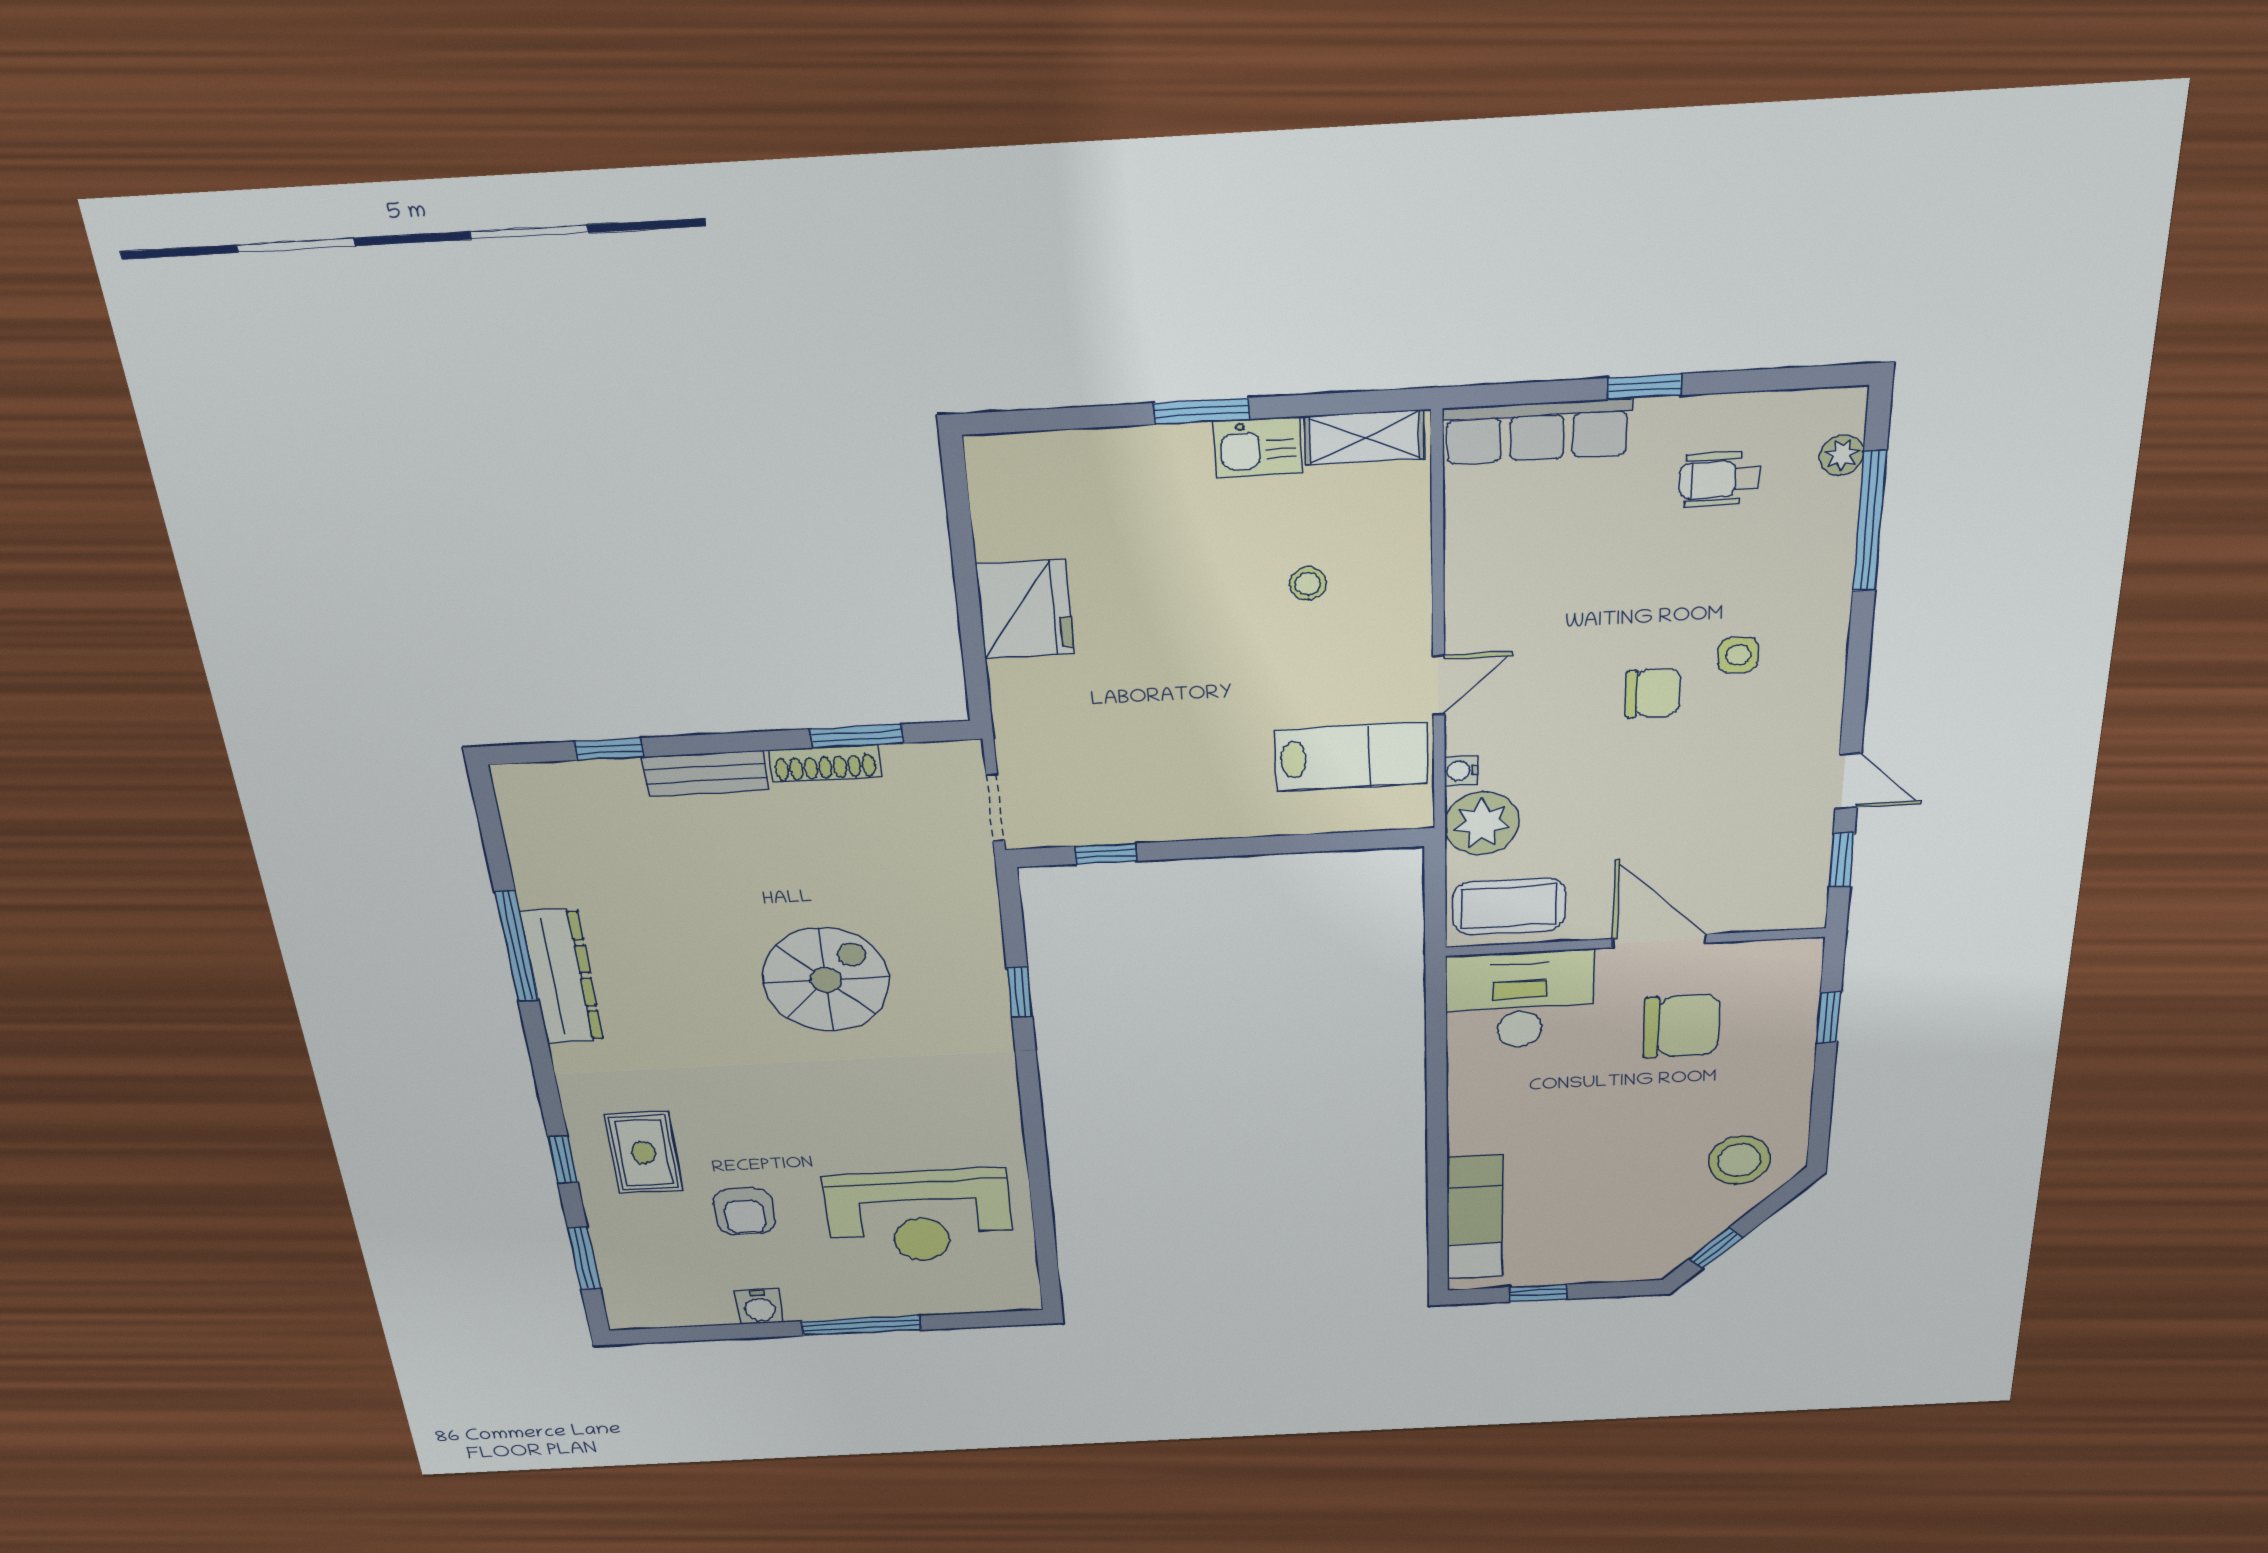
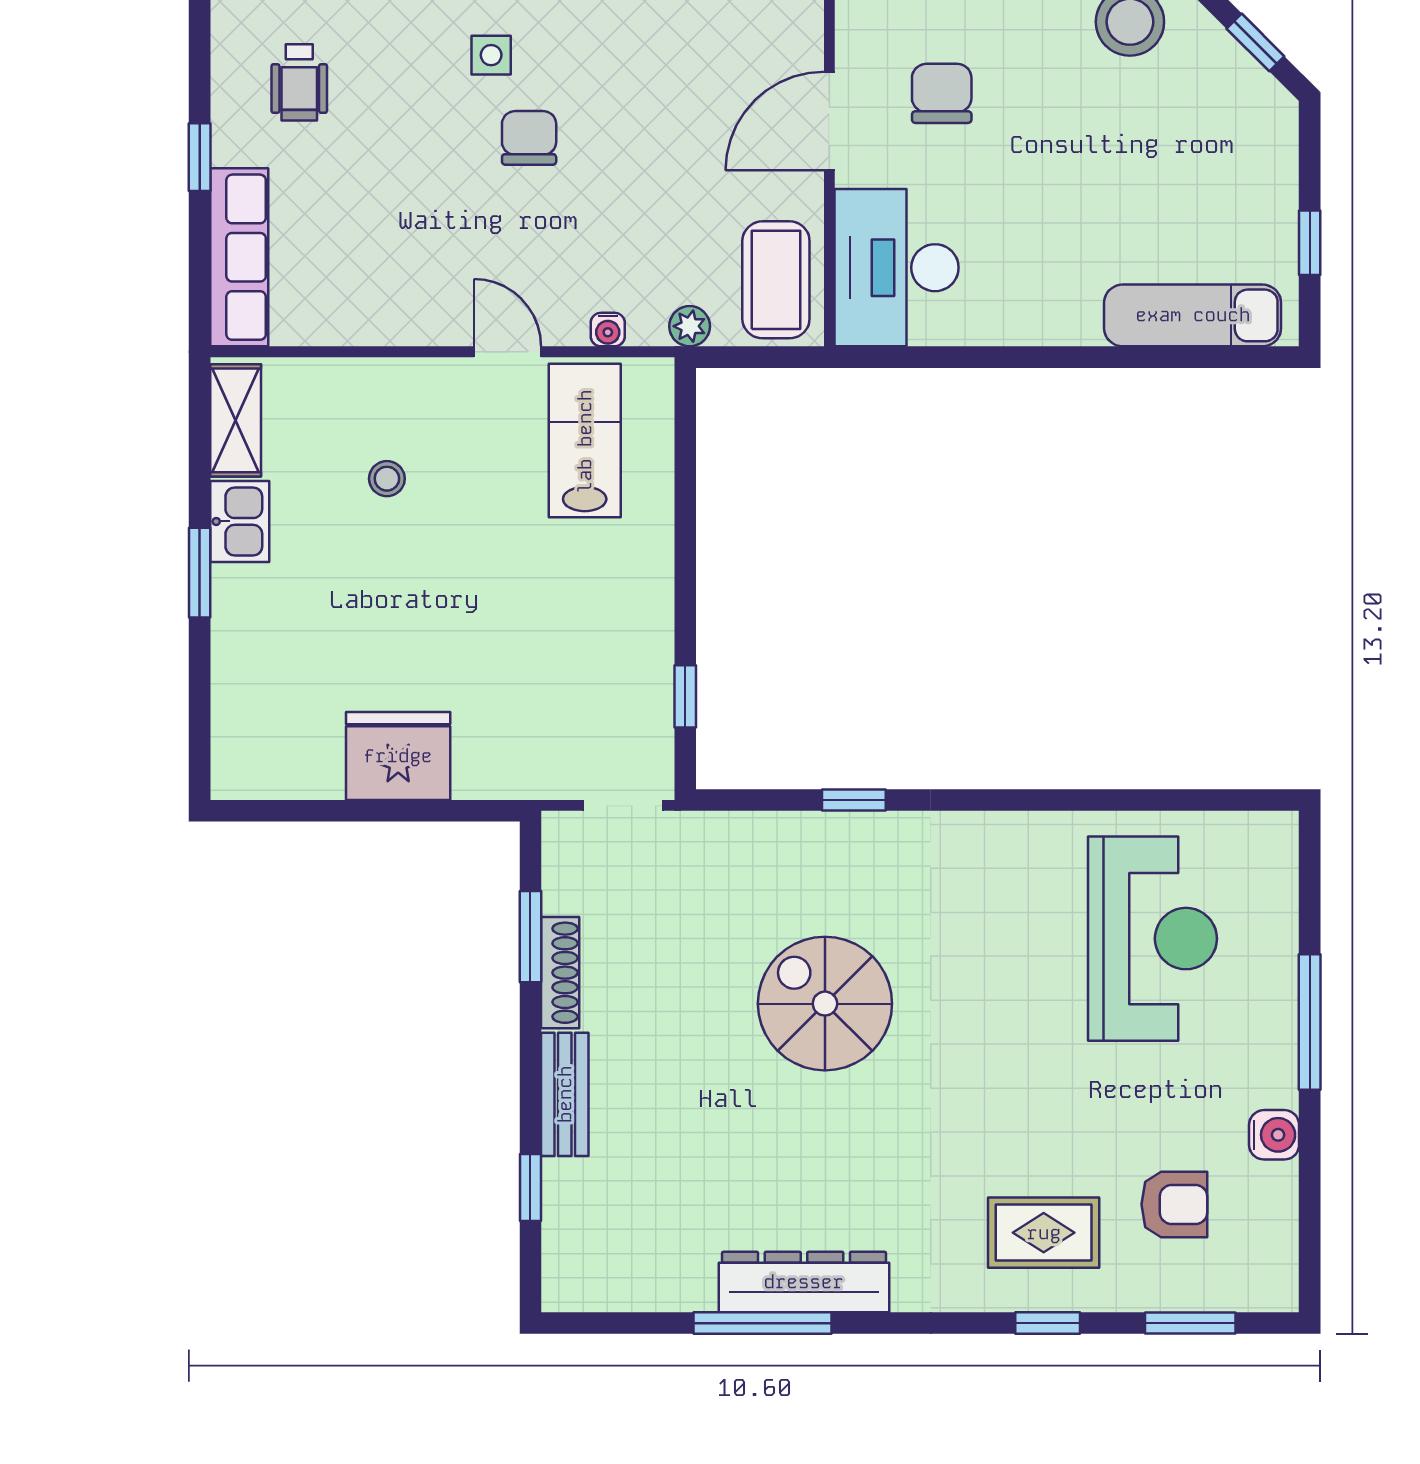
plant: (1482, 823) -> (690, 326), width x0.53, depth x0.53
chair: (1681, 1026) -> (942, 93), width x0.73, depth x0.73
armchair: (744, 1212) -> (1174, 1204), moved

